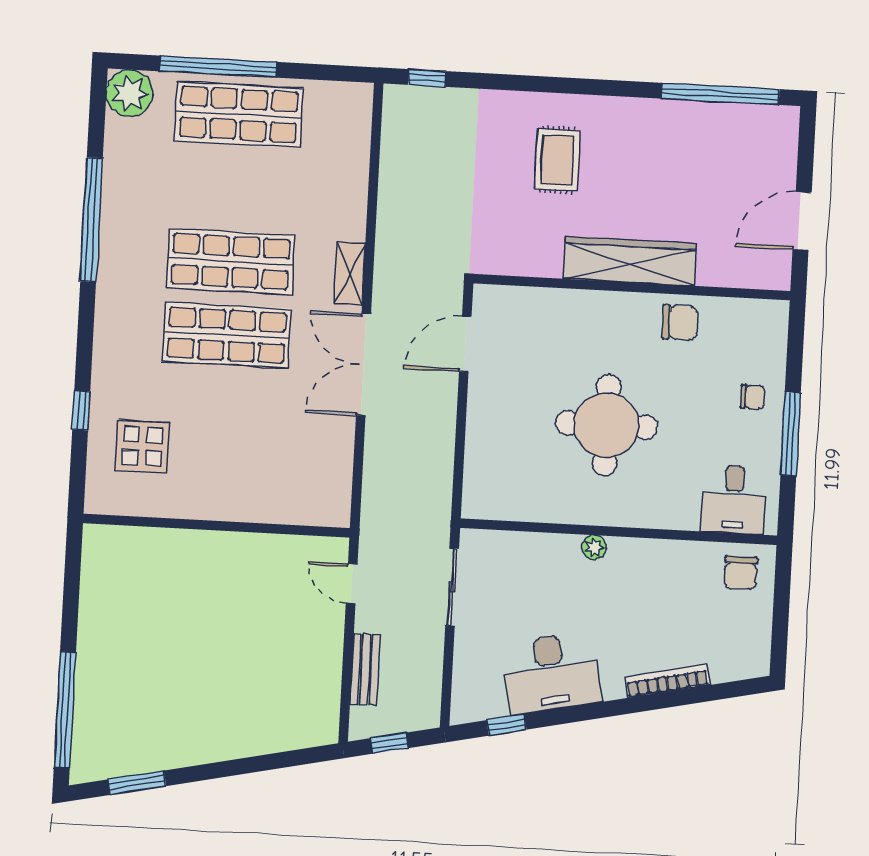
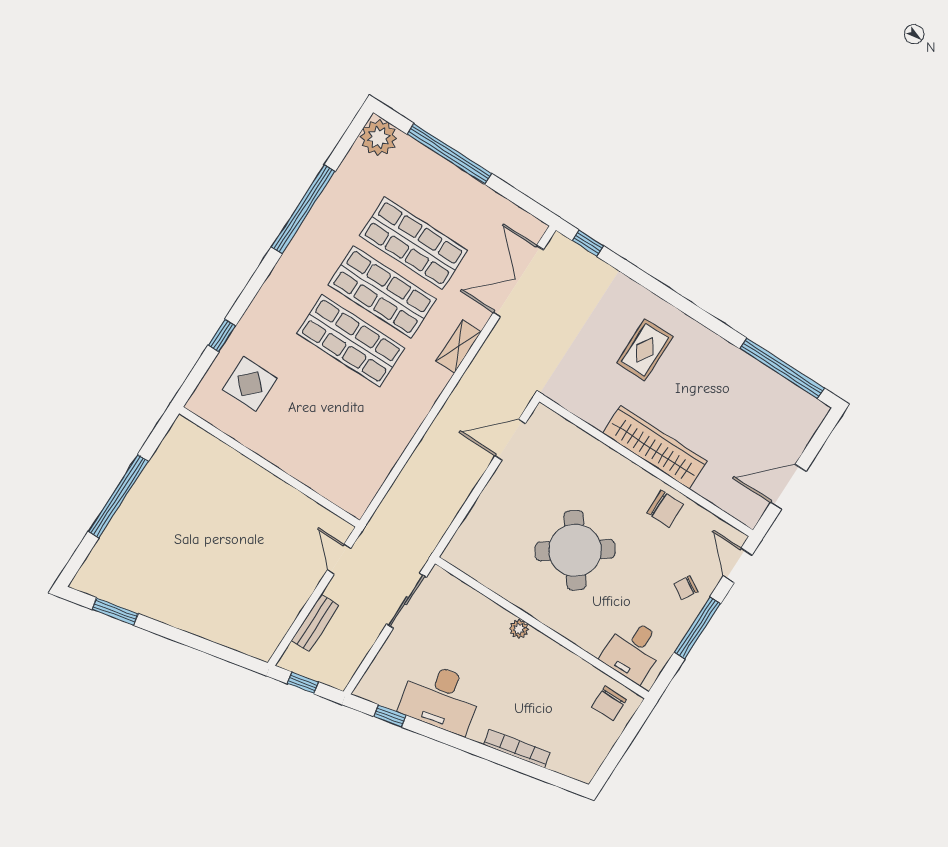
shop shelf: (239, 114) -> (413, 243), moved
door: (796, 340) -> (738, 566), added
double door: (364, 365) -> (518, 281), moved
chair: (752, 397) -> (686, 588), turned 120
round table: (607, 425) -> (575, 550), turned -35
window: (65, 710) -> (118, 496), moved

